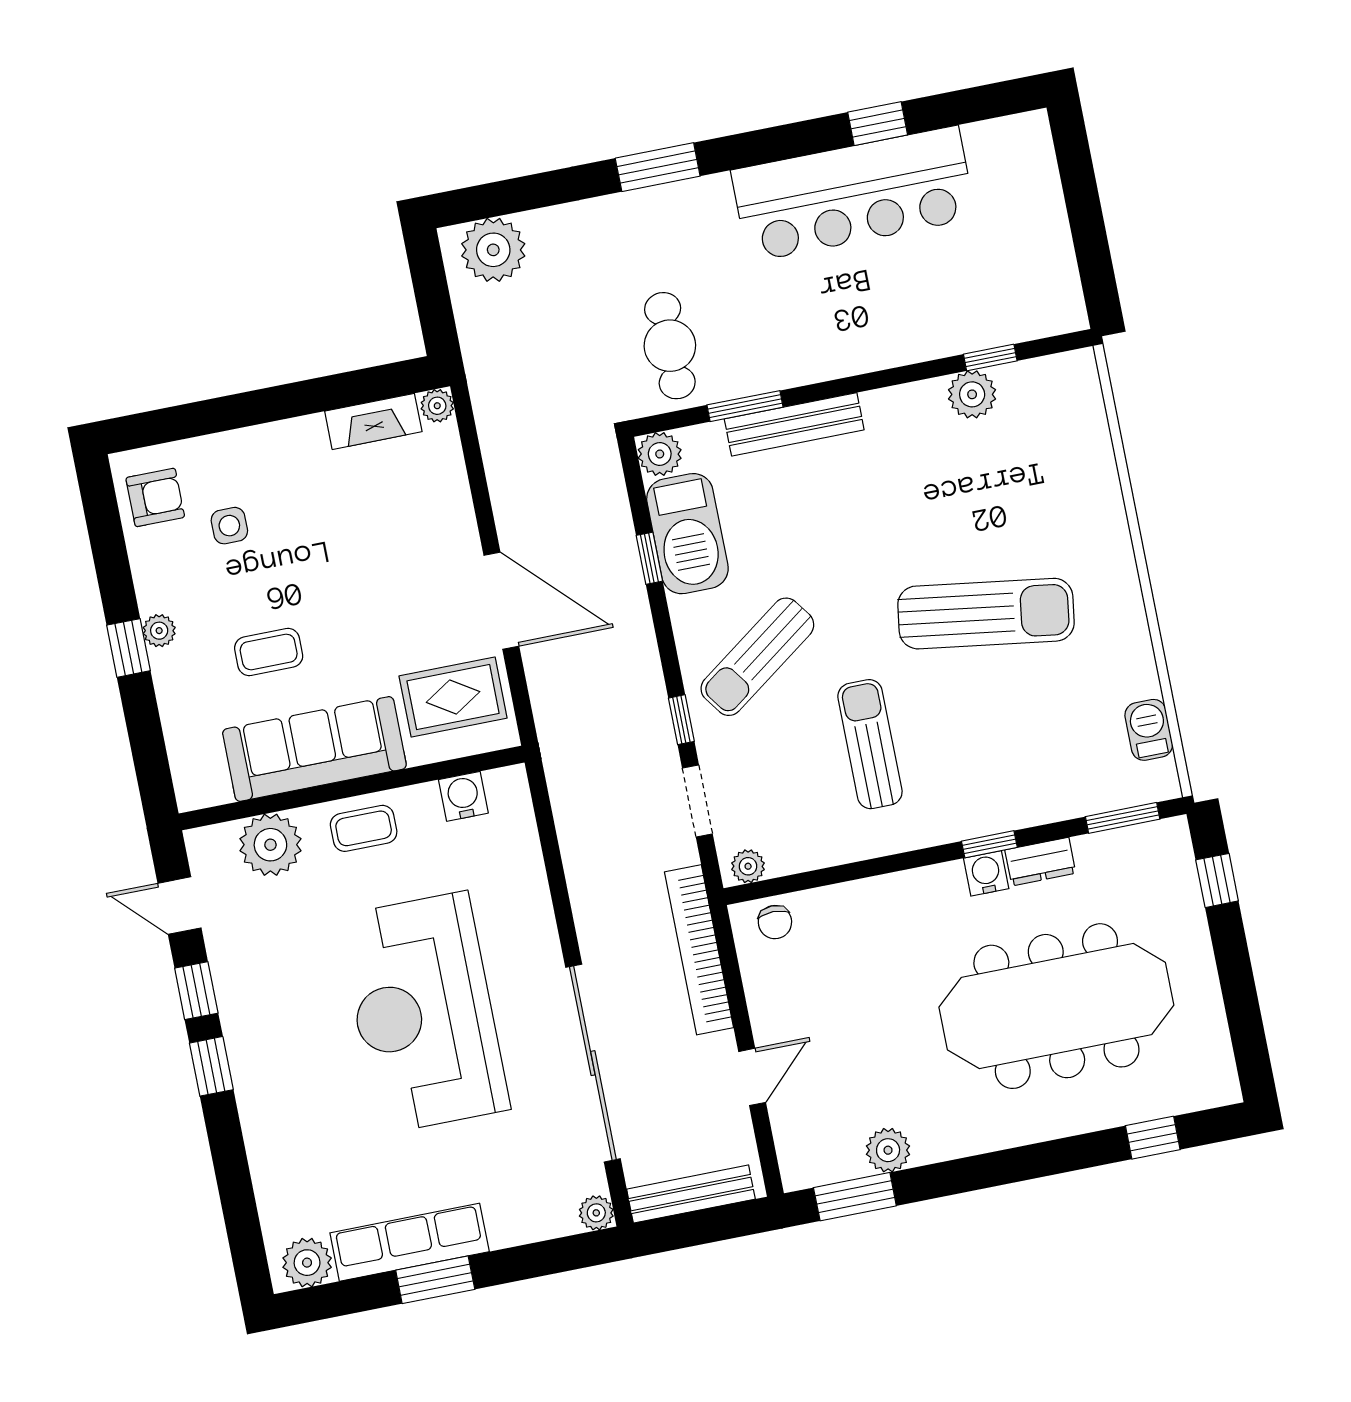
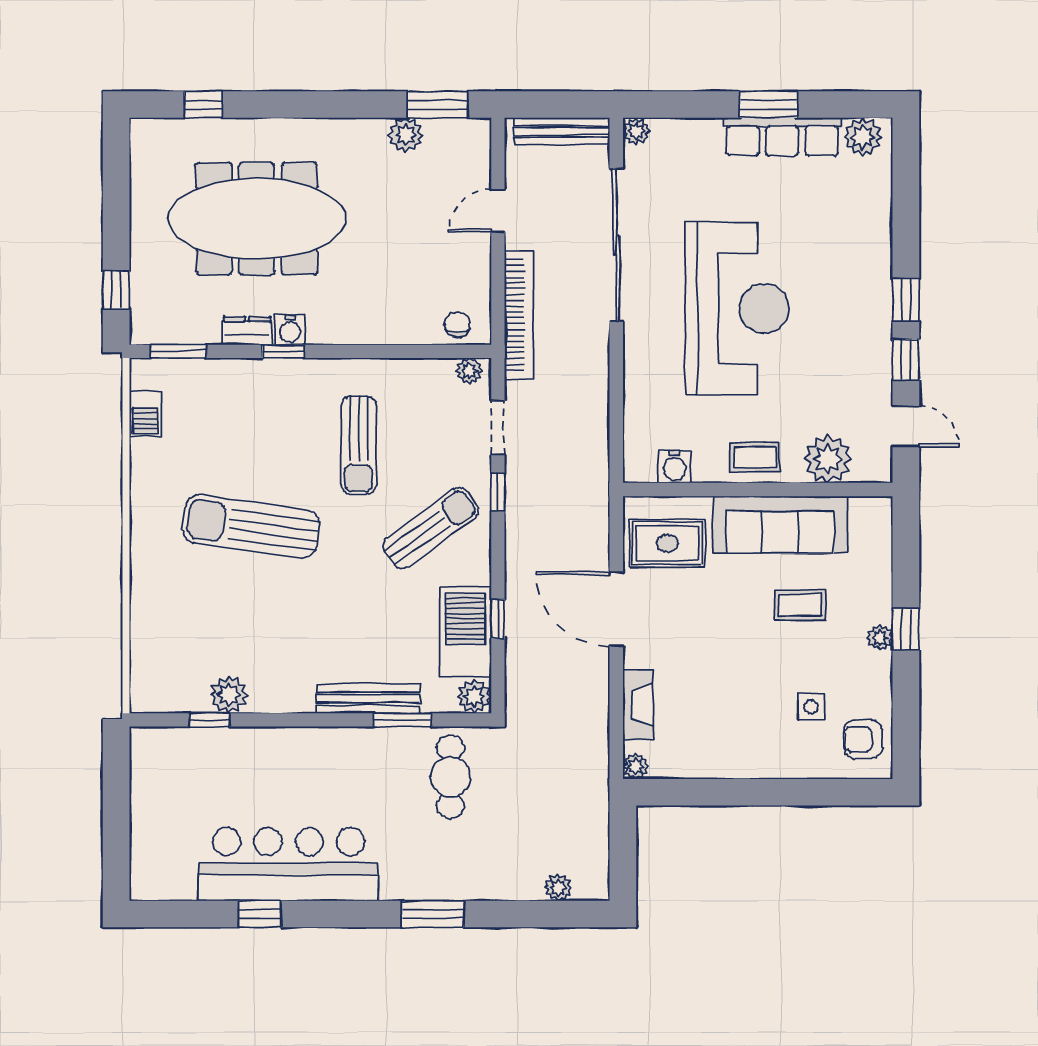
plant: (493, 250) -> (558, 888), width x0.53, depth x0.53
fireplace: (373, 421) -> (638, 705), moved, turned 90

